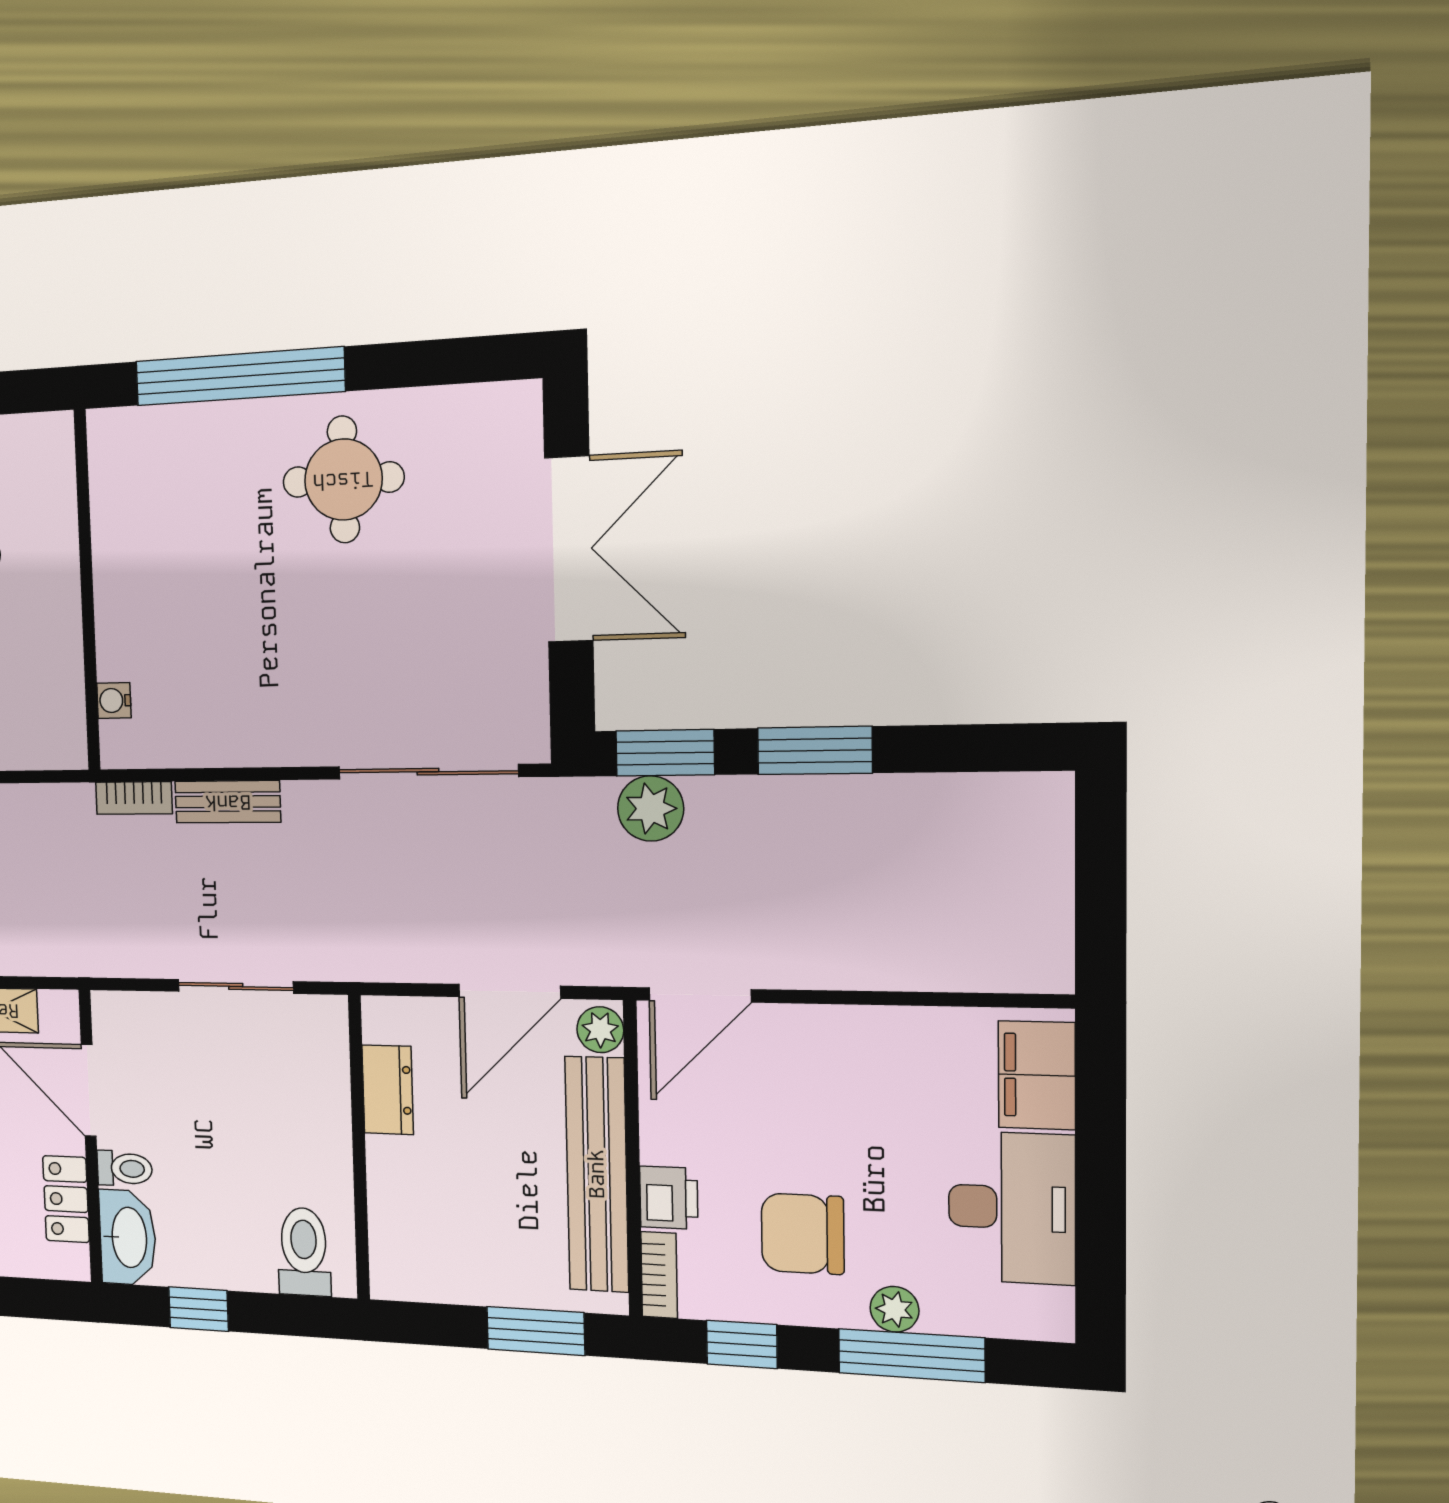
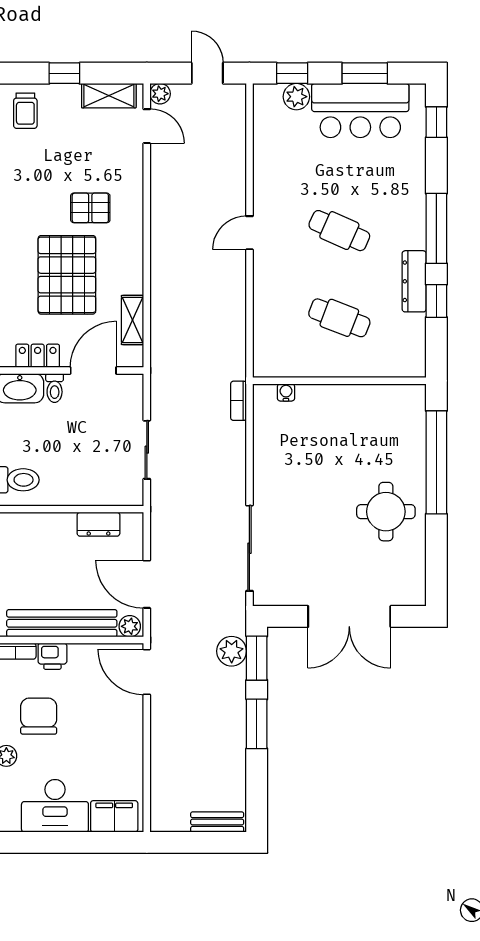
bench: (228, 802) -> (217, 822), moved, turned 90

